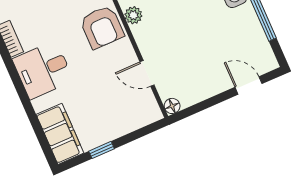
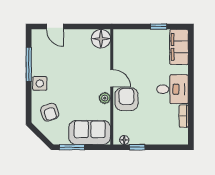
door: (147, 73) -> (112, 78), moved
floor lamp: (172, 106) -> (101, 39), width x1.89, depth x1.89

